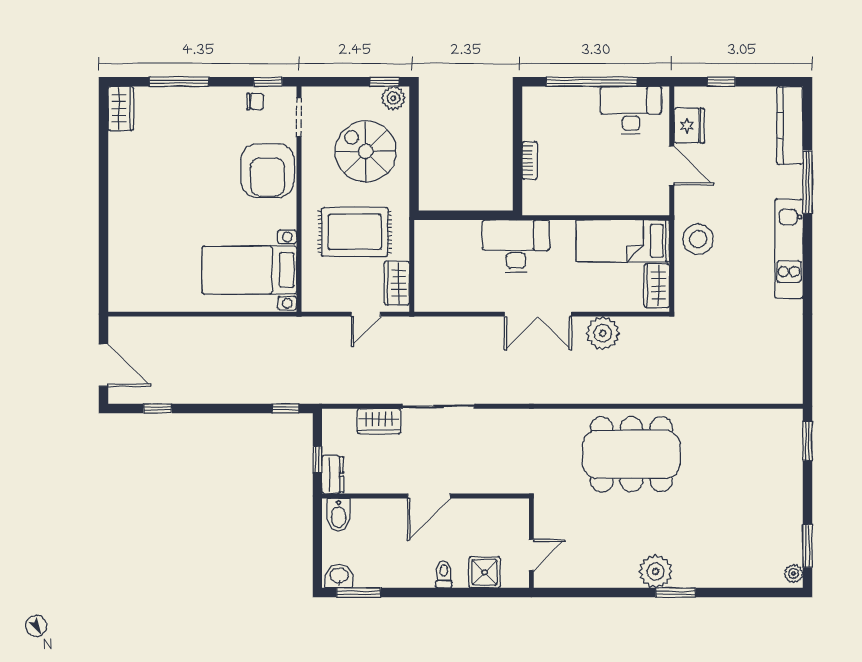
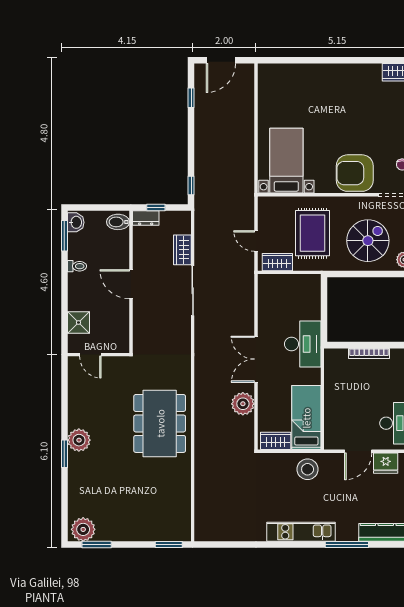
bookcase: (530, 160) -> (369, 354), width x1.56
toilet: (444, 574) -> (77, 266), moved
plant: (794, 574) -> (83, 529), width x1.87, depth x1.87

